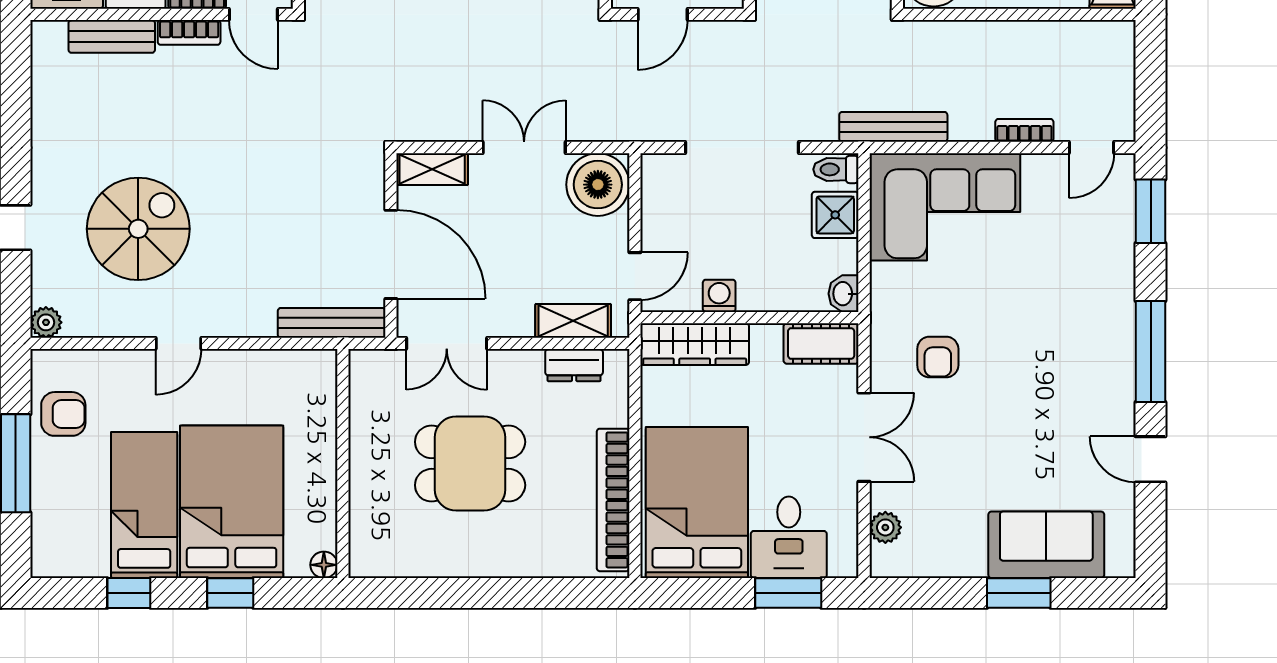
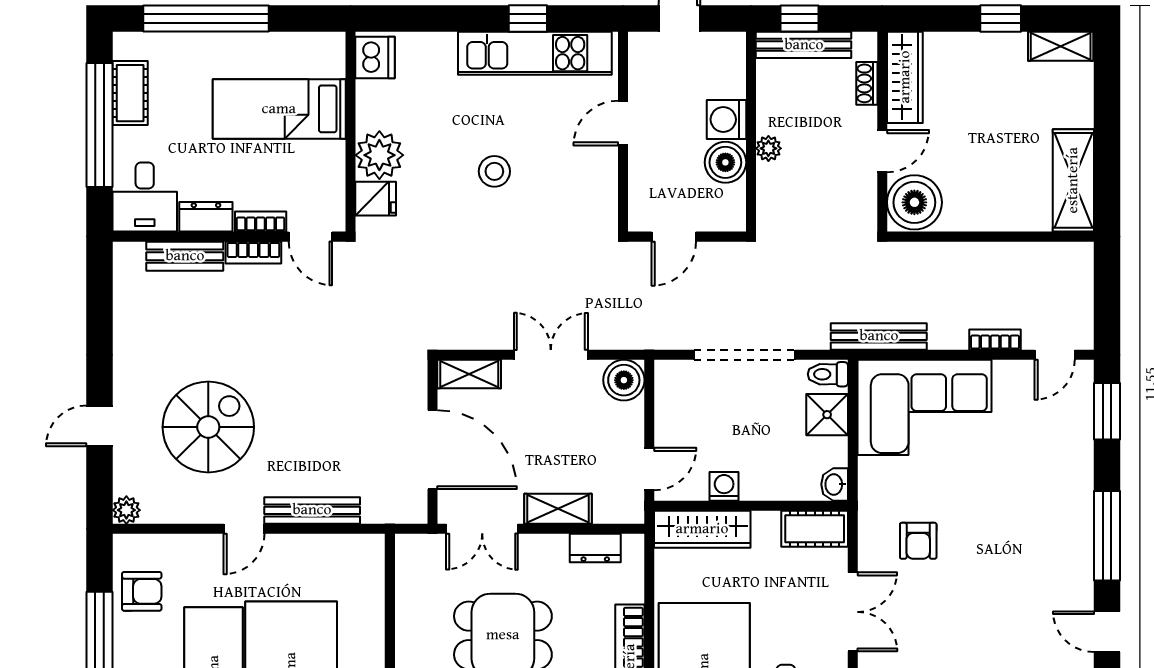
boiler: (598, 185) -> (624, 380), width x0.73, depth x0.73
shelving: (573, 321) -> (558, 509), moved
bench: (332, 323) -> (312, 510), moved

